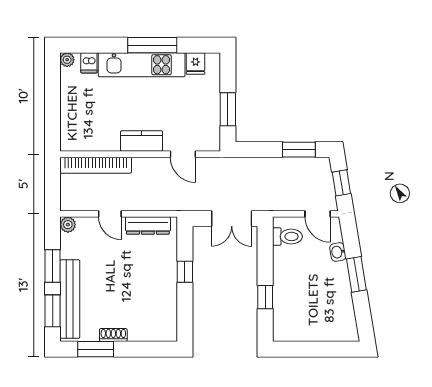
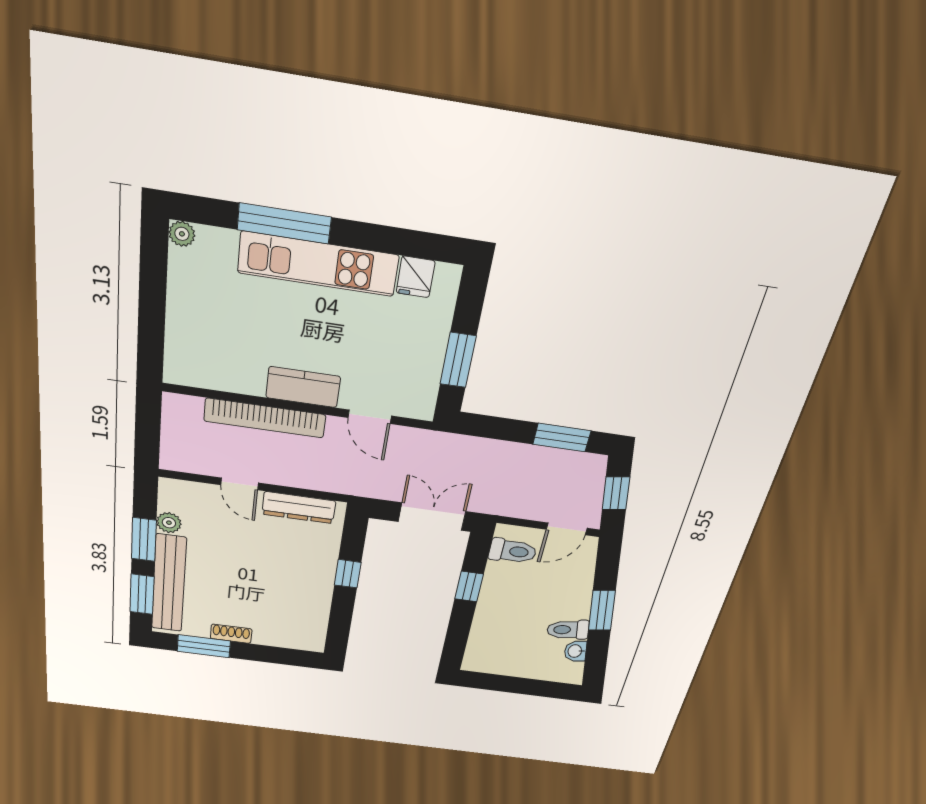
window: (152, 45) -> (284, 223), moved
dishwasher: (89, 63) -> (222, 246), removed
bookcase: (96, 165) -> (265, 418), moved
door: (318, 214) -> (567, 529), hinge flipped
double door: (232, 219) -> (432, 517), swing flipped
plant: (68, 225) -> (169, 523), moved
washbasin: (338, 252) -> (575, 651), moved
toilet: (338, 294) -> (568, 630), added
window: (265, 297) -> (469, 586), moved

